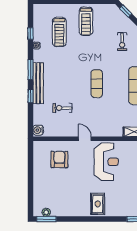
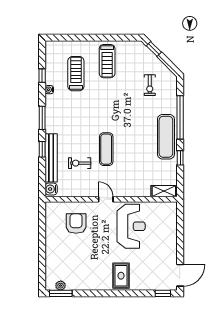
treadmill: (59, 32) -> (76, 74), turned 180
bench: (38, 83) -> (51, 158), moved
exercise mat: (97, 84) -> (106, 149), moved

